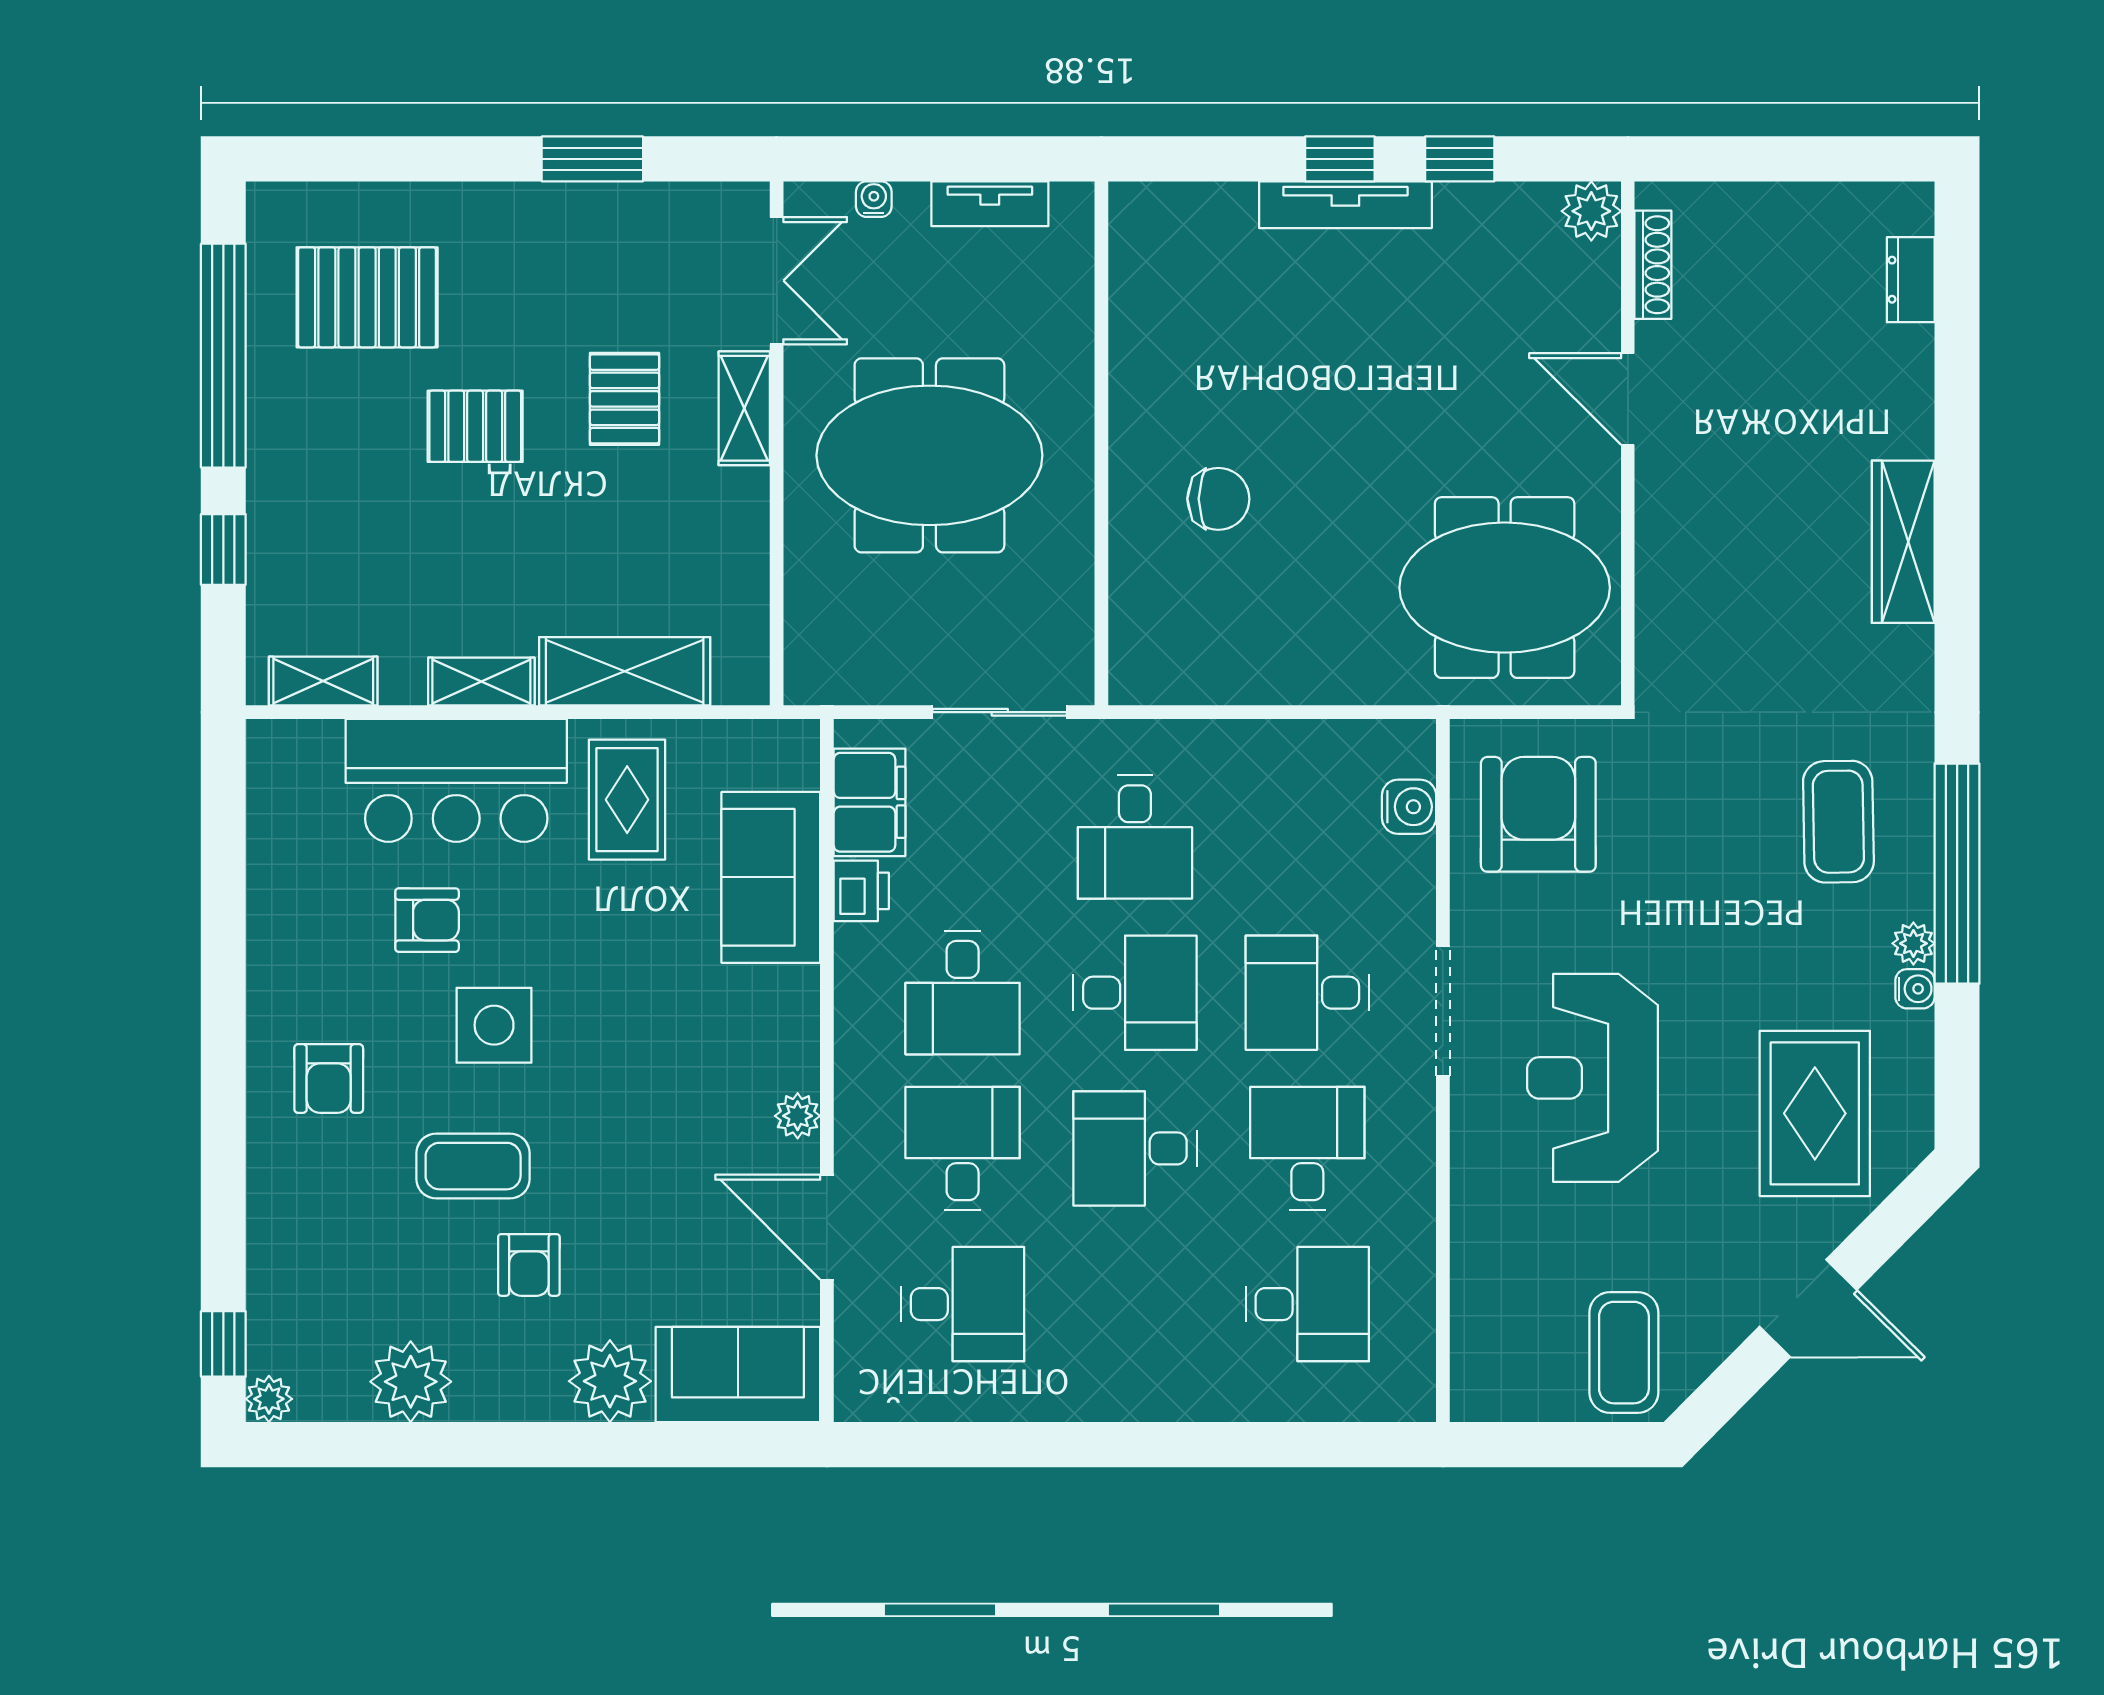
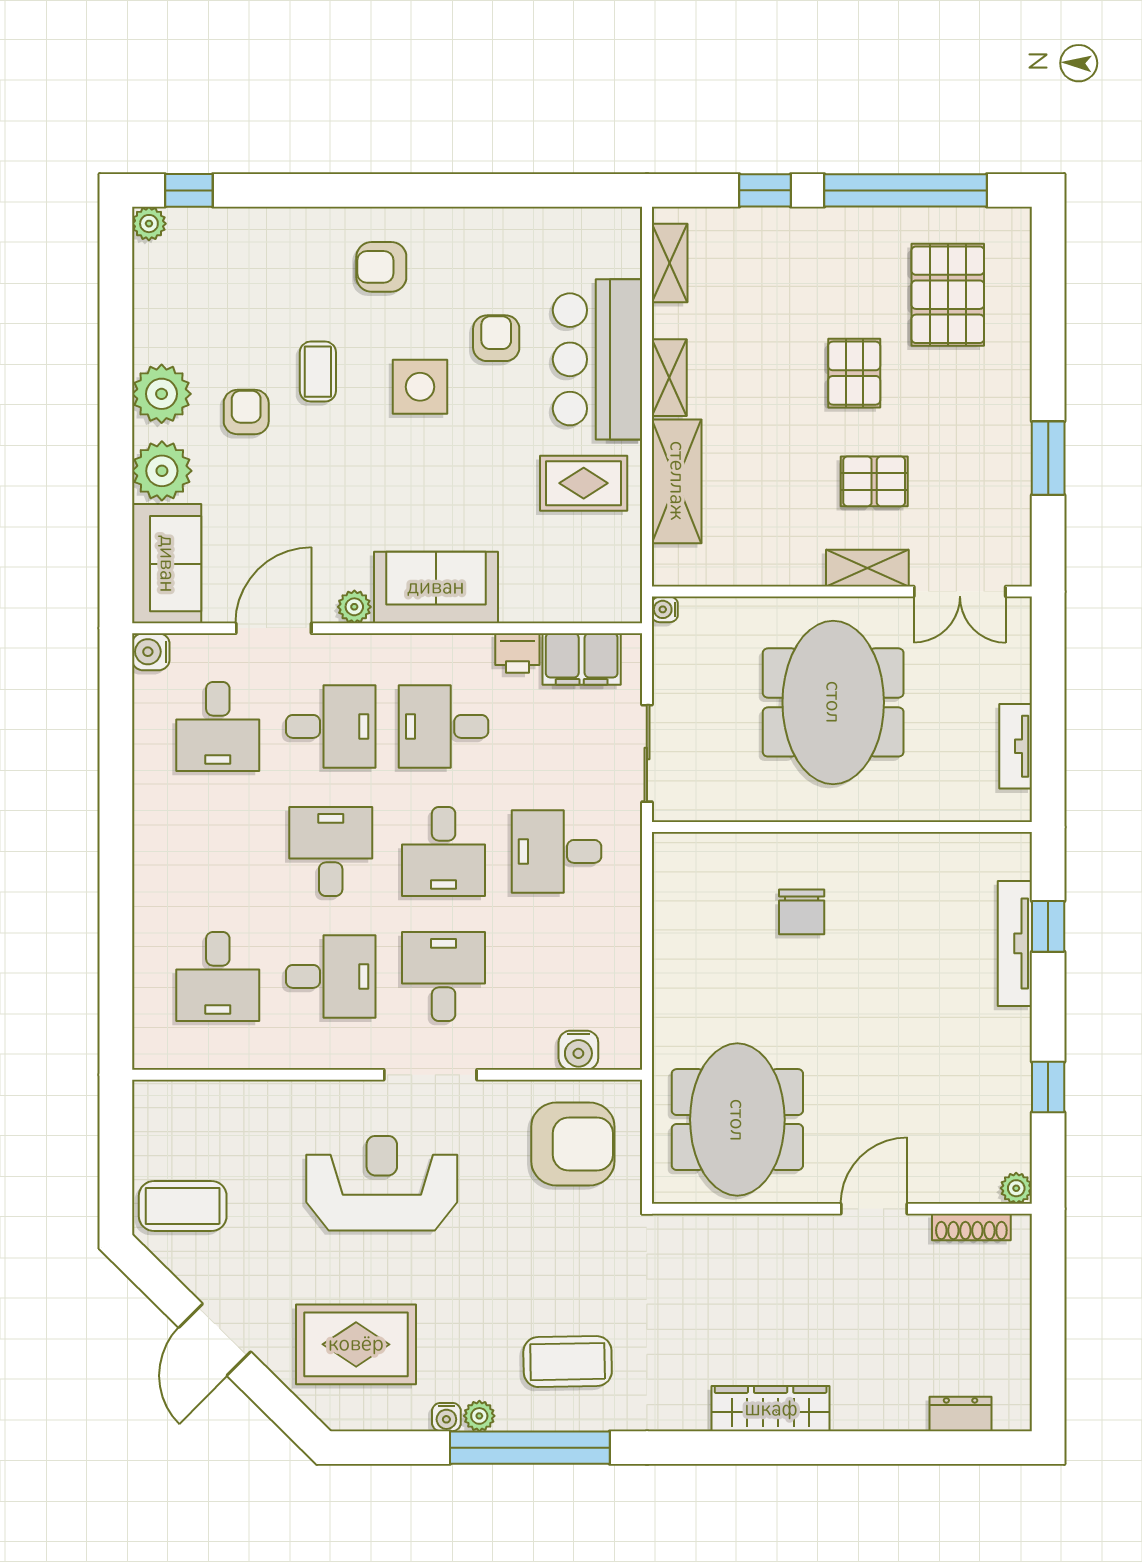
window: (1340, 159) -> (1048, 926), moved
water cooler: (874, 199) -> (665, 609), moved, turned 180
tv unit: (1345, 205) -> (1015, 943), moved
plant: (1591, 211) -> (1016, 1188), width x0.73, depth x0.73
sofa: (771, 877) -> (436, 587), moved
armchair: (427, 920) -> (496, 338), turned 180
coffee table: (473, 1166) -> (318, 372), width x0.73, depth x0.77
armchair: (529, 1265) -> (246, 412), turned 90
plant: (411, 1382) -> (162, 394), moved
water cooler: (859, 1396) -> (151, 652), added

